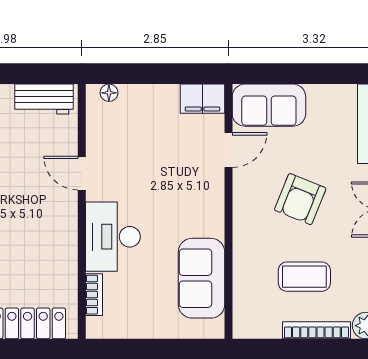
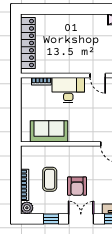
door: (82, 173) -> (98, 76), swing flipped
armchair: (300, 199) -> (77, 186), moved, turned -112

